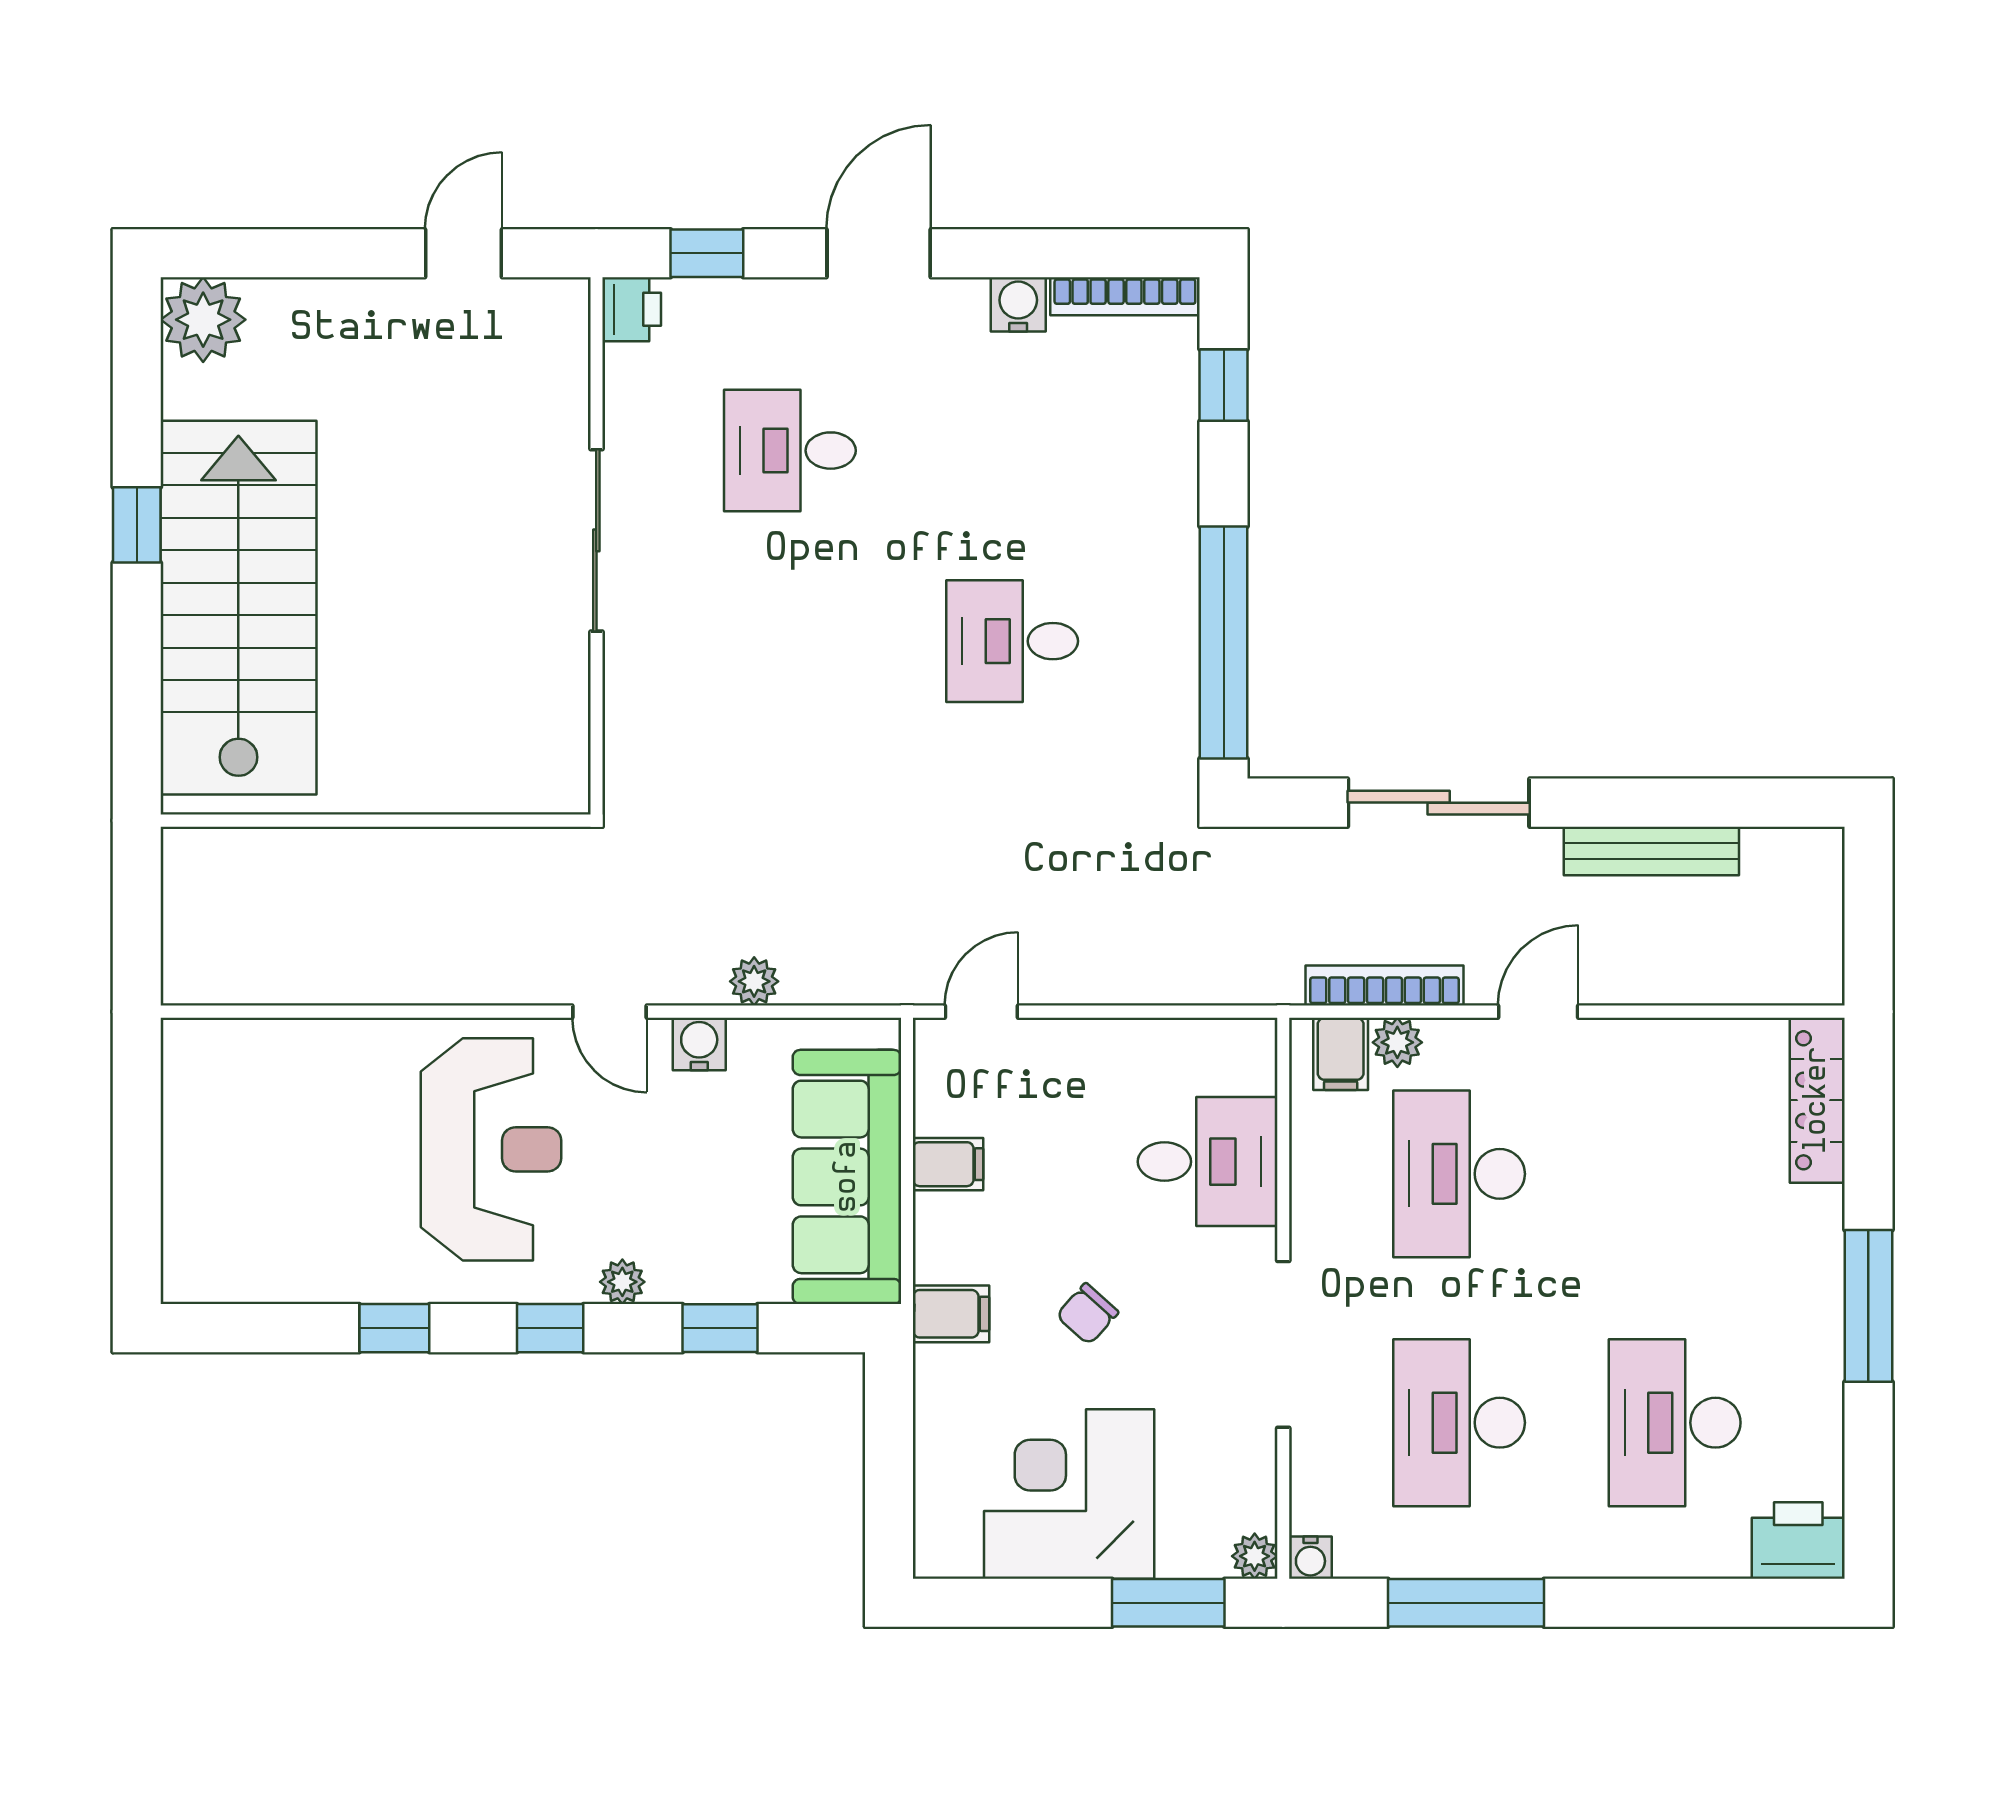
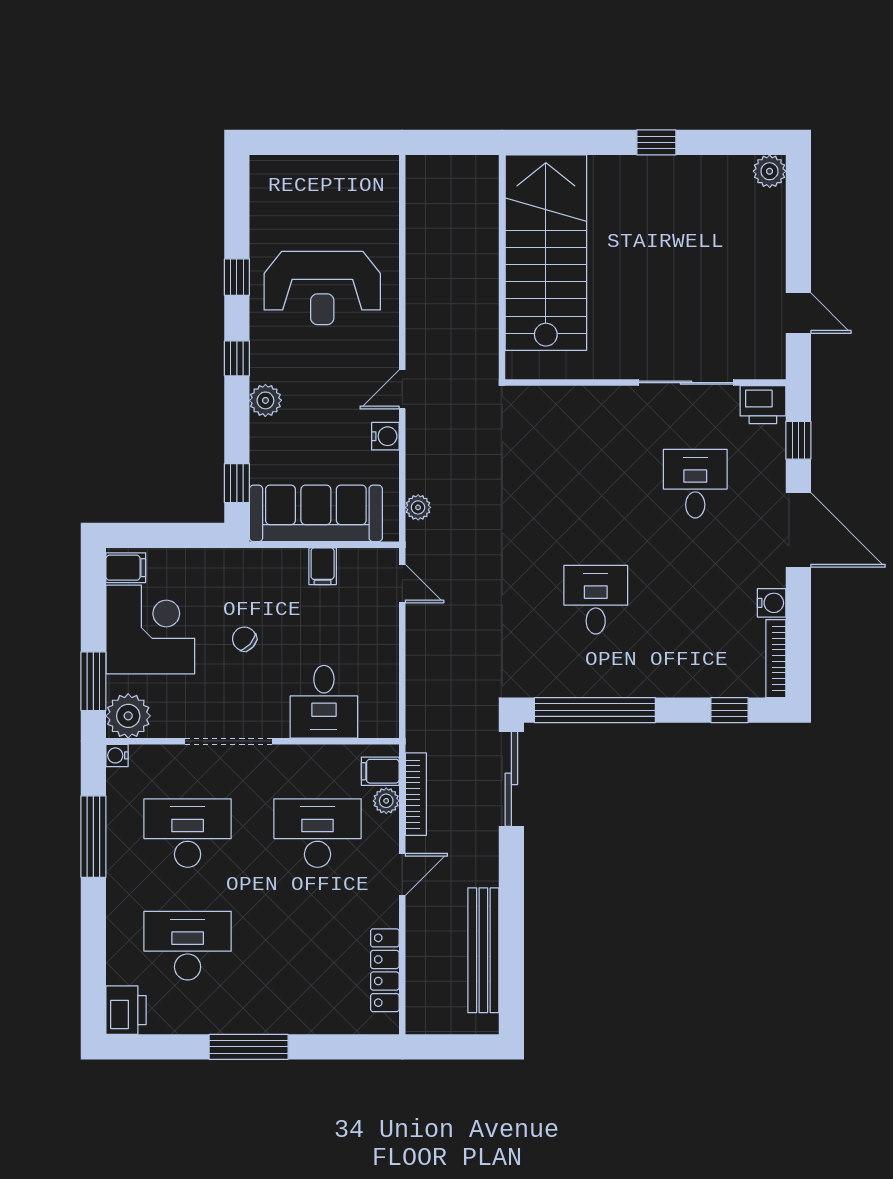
door: (879, 253) -> (798, 530), width x1.36
printer: (632, 309) -> (763, 405), width x1.36, depth x1.24
plant: (203, 320) -> (770, 171), width x0.73, depth x0.73
sliding door: (596, 540) -> (686, 383), moved
stairs: (238, 608) -> (546, 253), moved, turned -90
sliding door: (1439, 803) -> (511, 779), moved
bench: (1651, 851) -> (483, 950), width x1.37, depth x1.21
plant: (754, 981) -> (418, 507), moved
door: (1538, 1012) -> (402, 874), hinge flipped
locker: (1817, 1100) -> (385, 970), moved, turned -90
reception desk: (491, 1149) -> (322, 288), moved
plant: (622, 1282) -> (265, 400), width x1.38, depth x1.38
filing cabinet: (951, 1314) -> (126, 568), moved, turned -90
window: (720, 1328) -> (237, 483), moved
plant: (1255, 1556) -> (128, 716), width x1.88, depth x1.88

